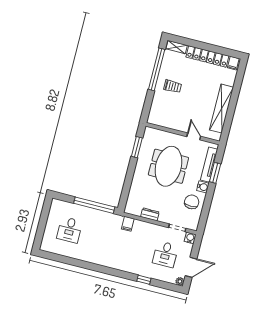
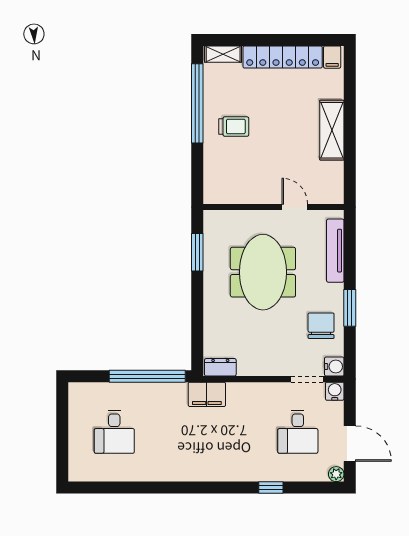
shelving: (221, 109) -> (332, 130), width x0.68
window: (215, 173) -> (350, 308), moved
water cooler: (203, 187) -> (334, 367), moved
dresser: (150, 214) -> (220, 367), moved
filing cabinet: (128, 224) -> (207, 394), width x2.00
door: (191, 267) -> (350, 444), hinge flipped

